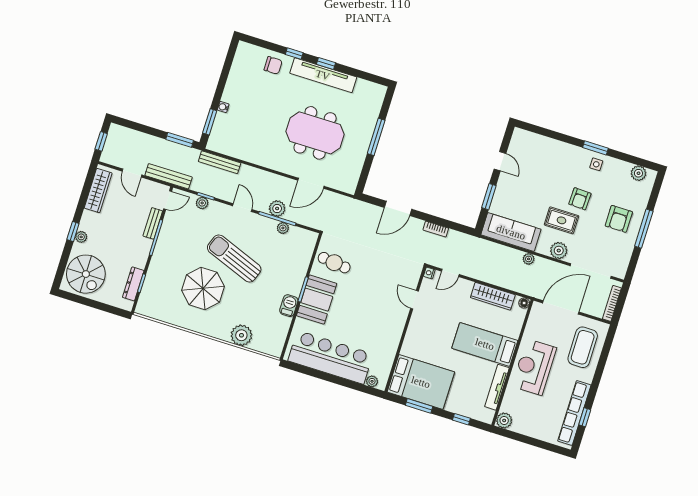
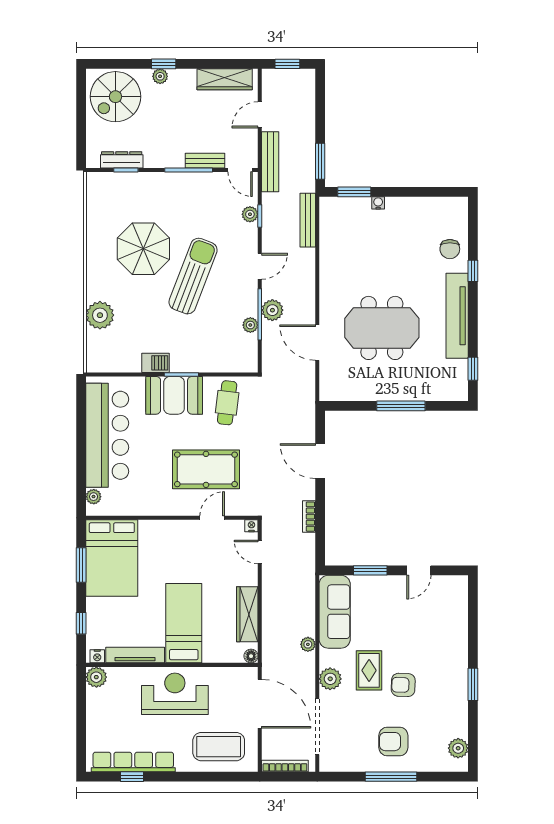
window: (326, 64) -> (473, 369), moved
meeting table: (315, 133) -> (382, 328), turned 90
side table: (596, 164) -> (453, 692), removed
pool table: (378, 293) -> (206, 469), added
nightstand: (489, 415) -> (97, 656), added

